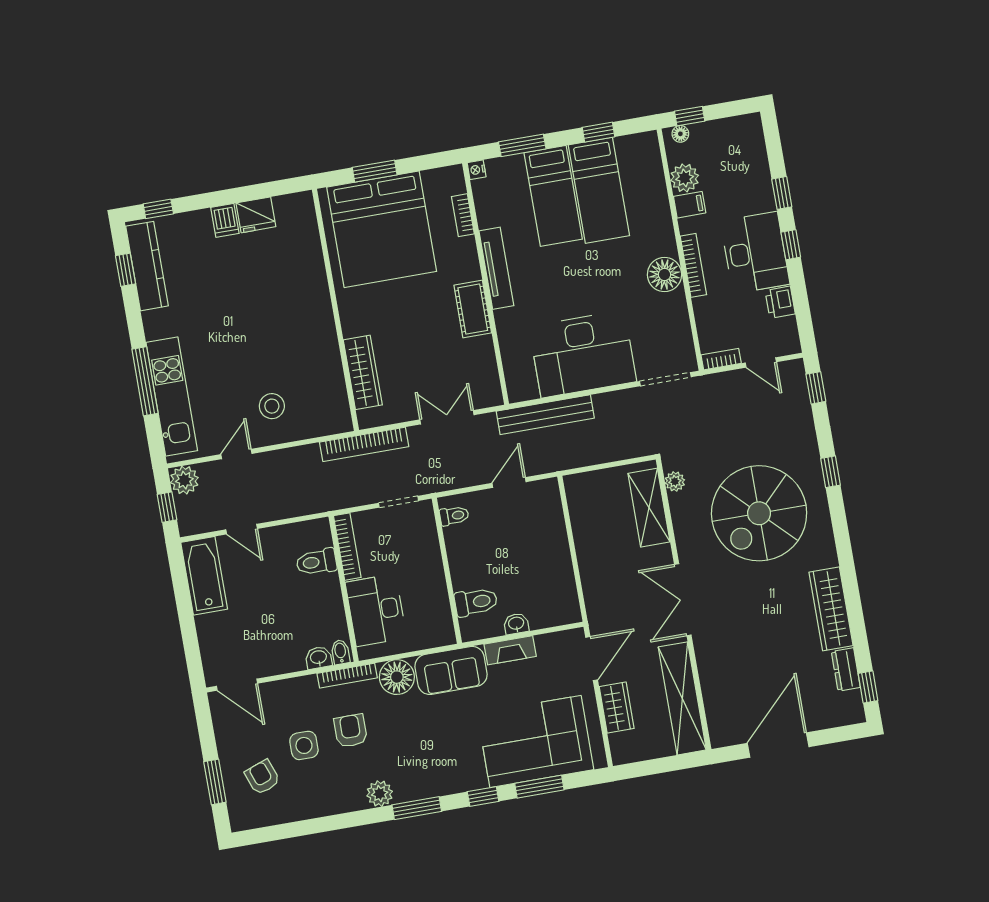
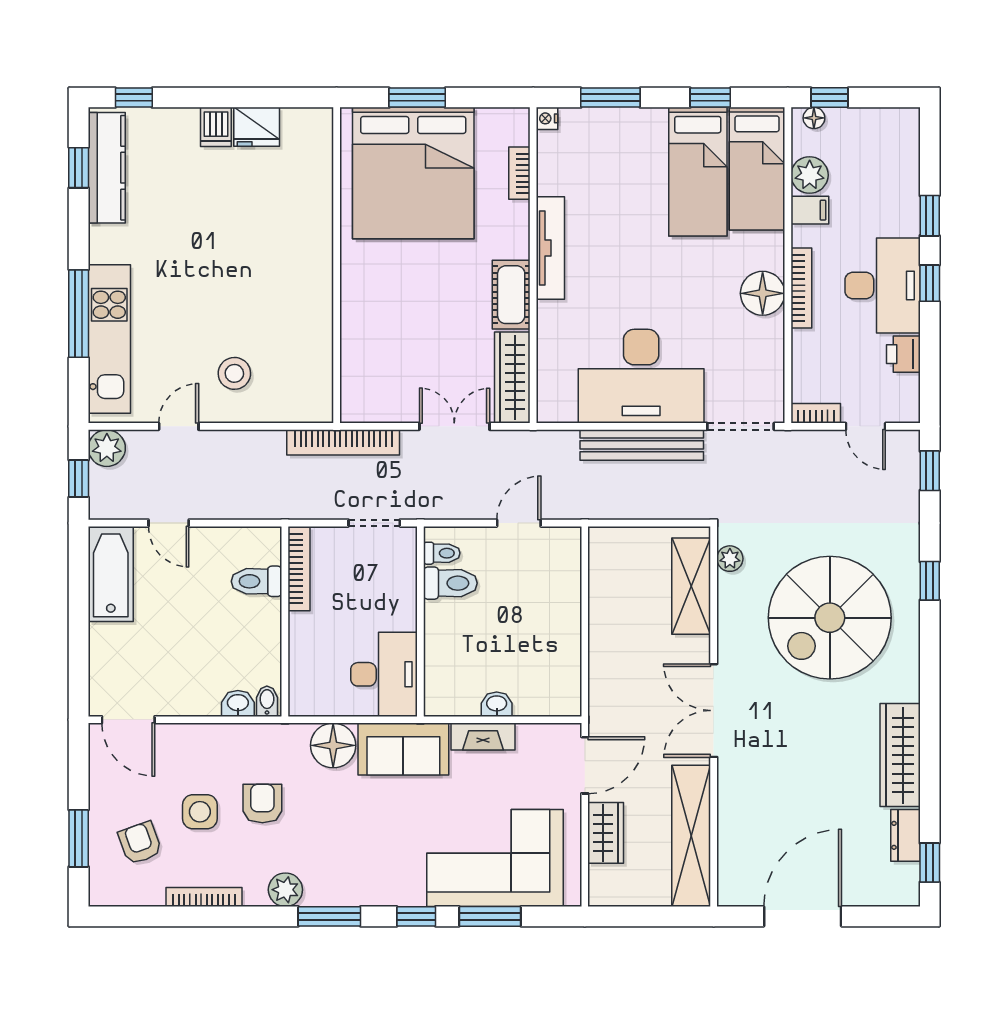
bed: (553, 196) -> (757, 169), moved
wardrobe: (363, 372) -> (512, 377), moved, turned 180
bench: (545, 415) -> (642, 445), moved
toilet: (476, 602) -> (450, 583), moved
desk: (376, 610) -> (384, 674), moved, turned 180
bookcase: (347, 676) -> (204, 897), moved, turned 180

